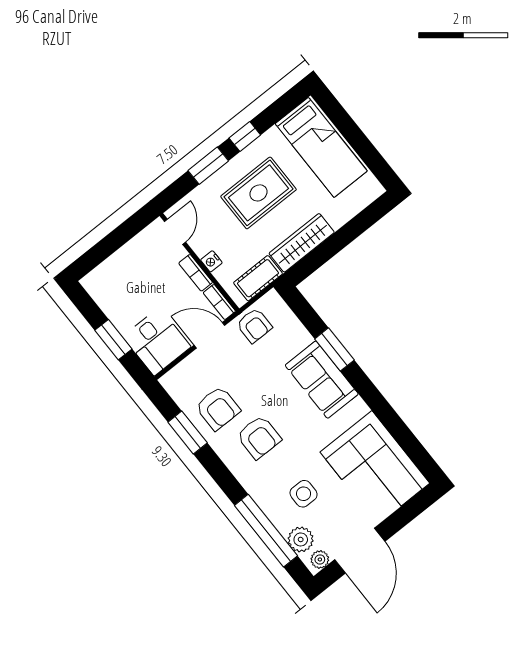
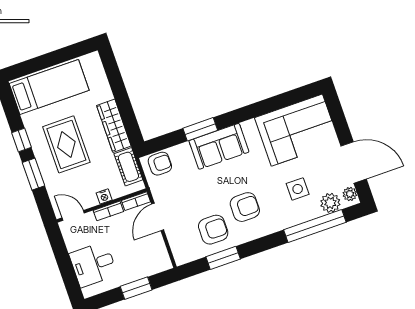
armchair: (254, 325) -> (160, 164), moved
desk: (157, 342) -> (93, 264), moved, turned 180

